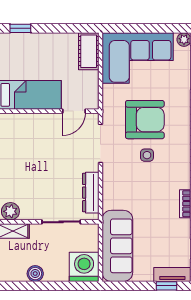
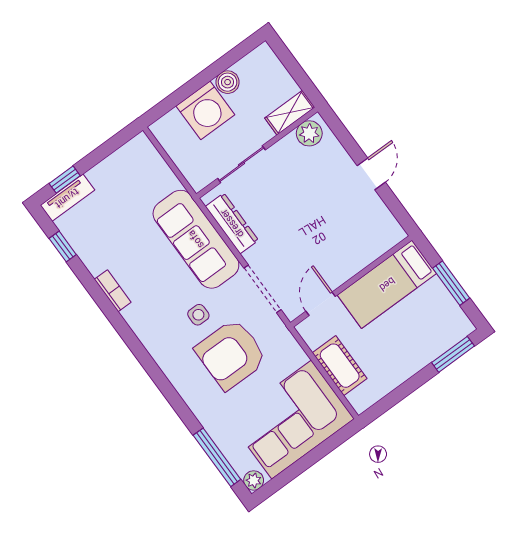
window: (20, 28) -> (453, 354), width x1.50
cot: (89, 51) -> (340, 366), moved
sofa: (117, 246) -> (196, 239), moved
washing machine: (84, 267) -> (205, 110), moved

